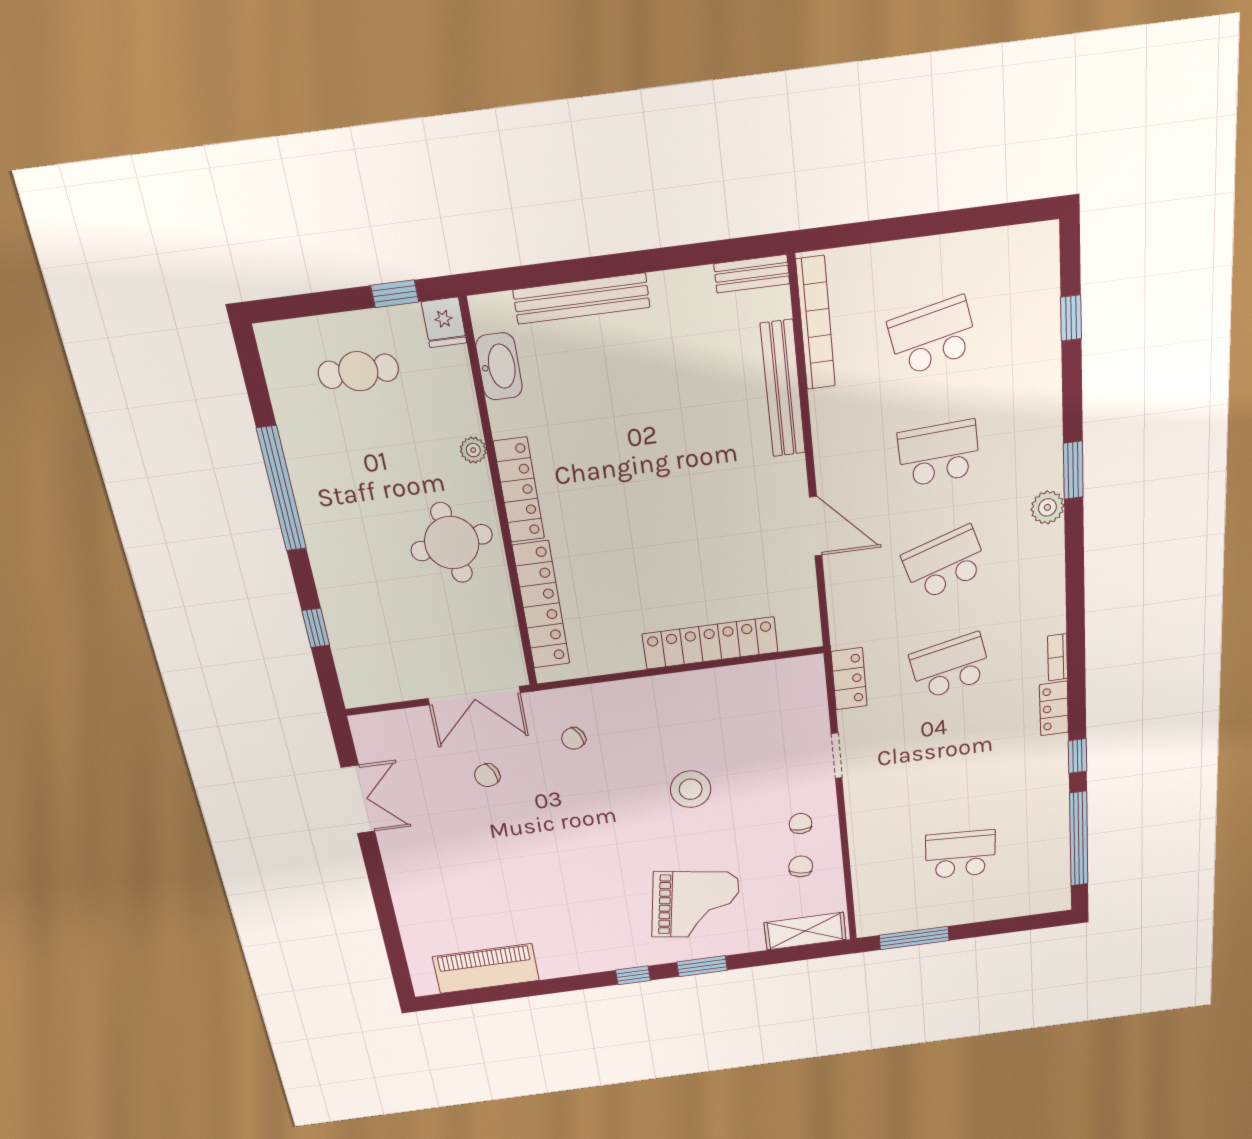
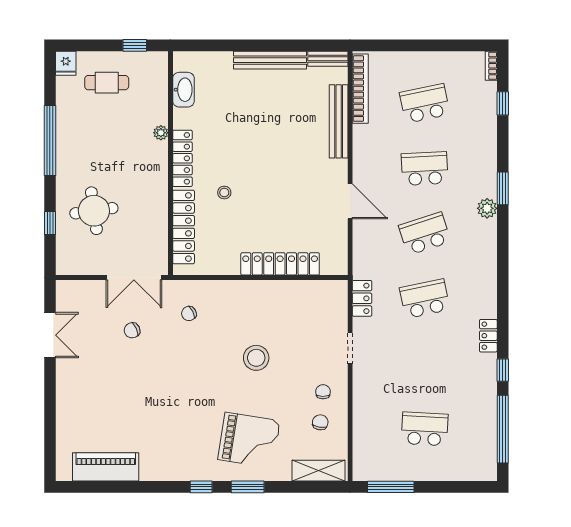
bench: (582, 299) -> (270, 60), moved
fridge: (444, 322) -> (66, 63), moved
stool: (601, 539) -> (224, 193), added
round table: (452, 543) -> (94, 211), moved
bookcase: (1057, 657) -> (491, 66), moved

